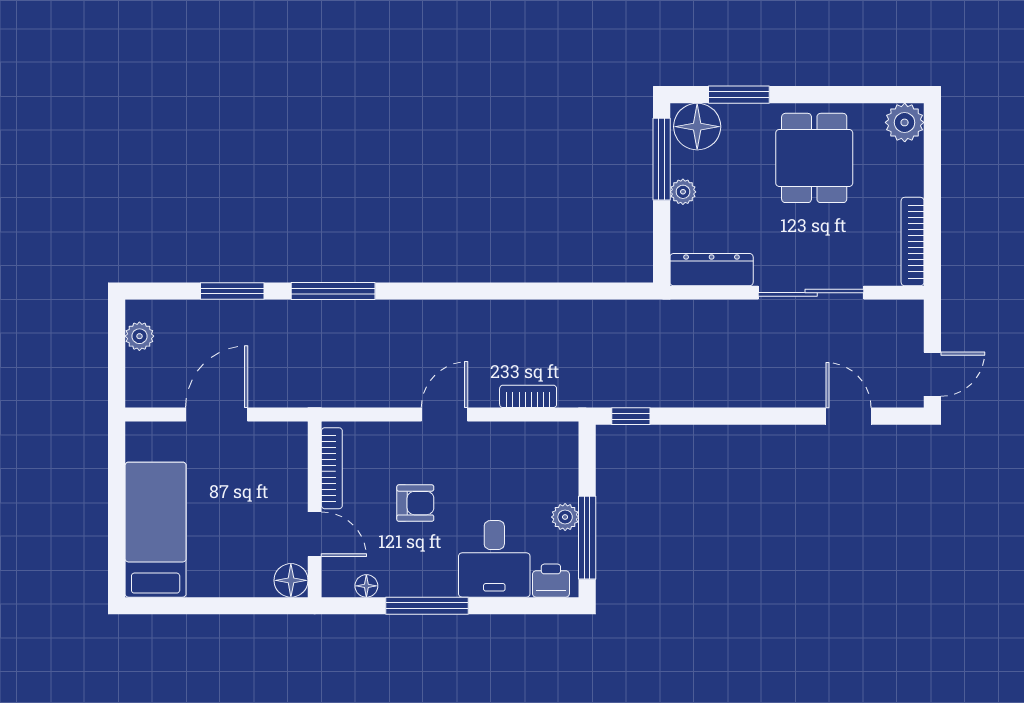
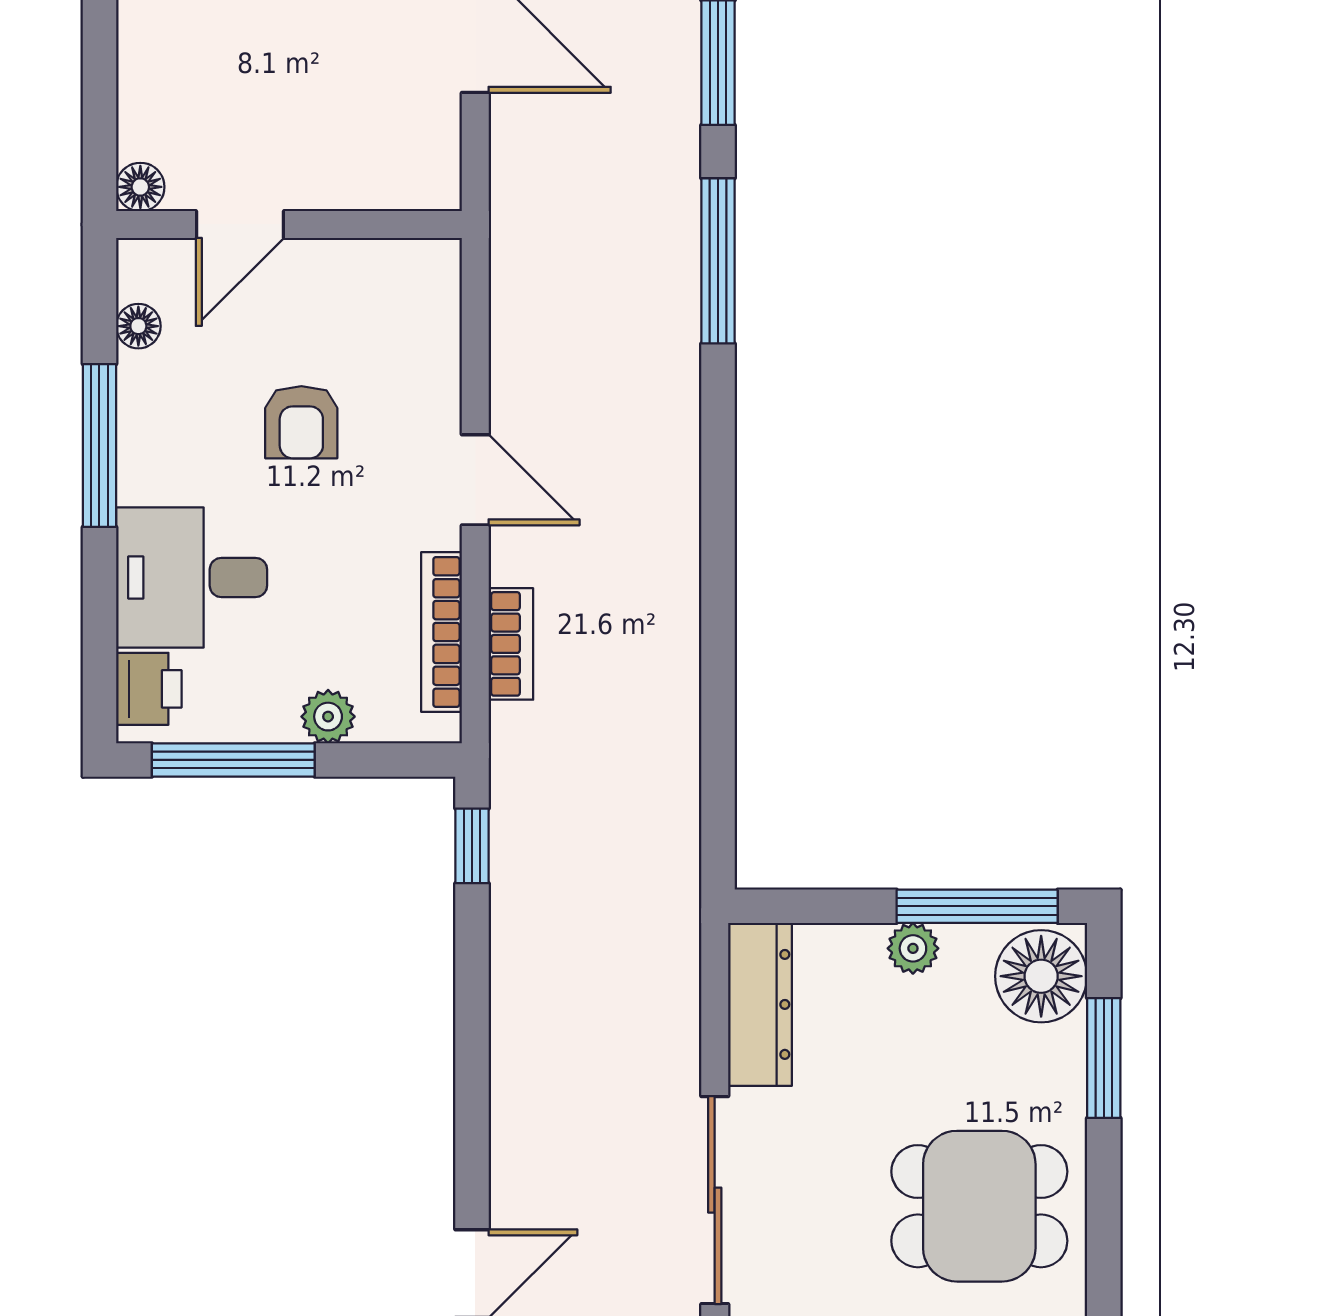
bookcase: (332, 468) -> (442, 632), moved, turned 90
plant: (565, 517) -> (328, 717), moved
floor lamp: (291, 580) -> (140, 187), width x0.73, depth x0.73

